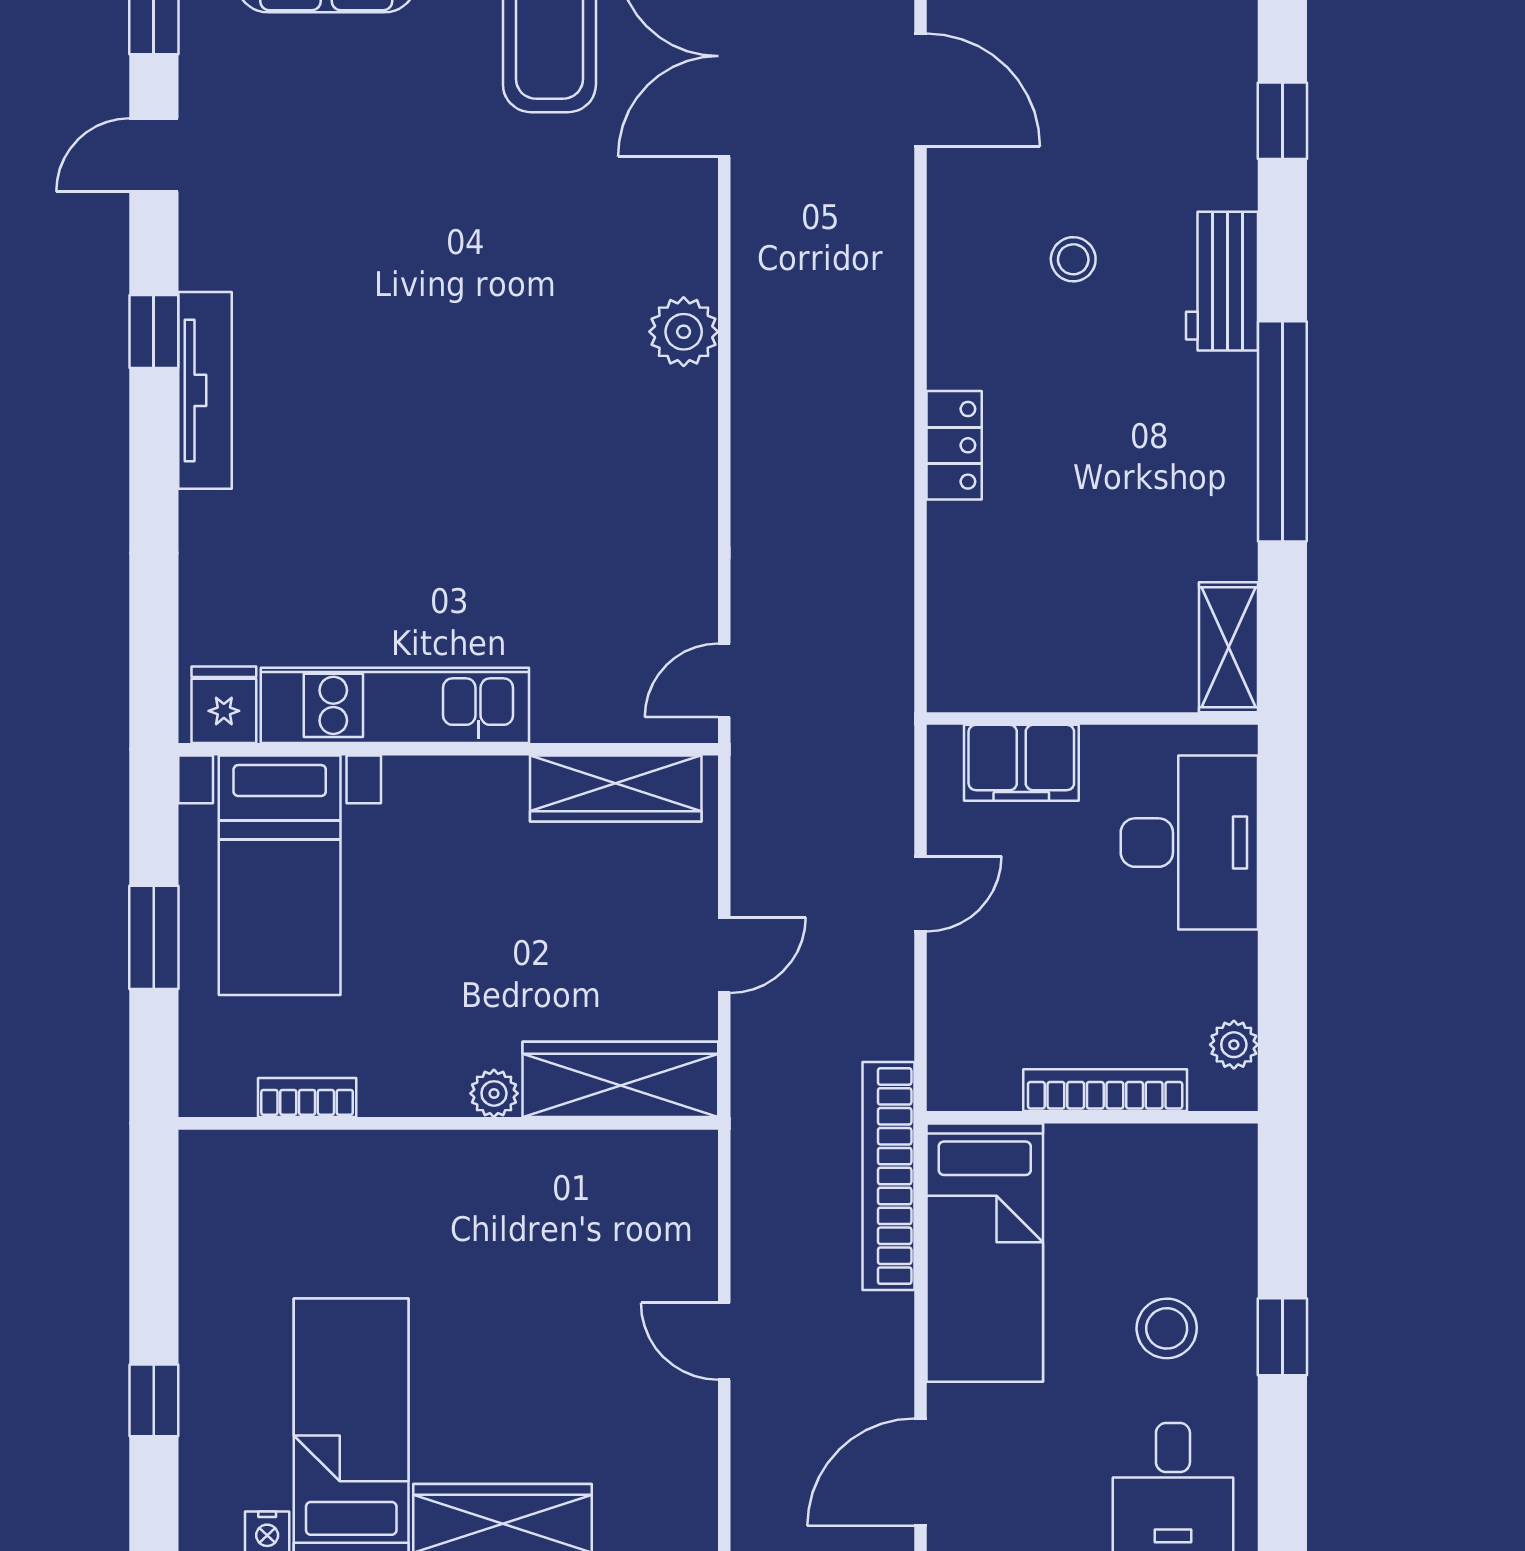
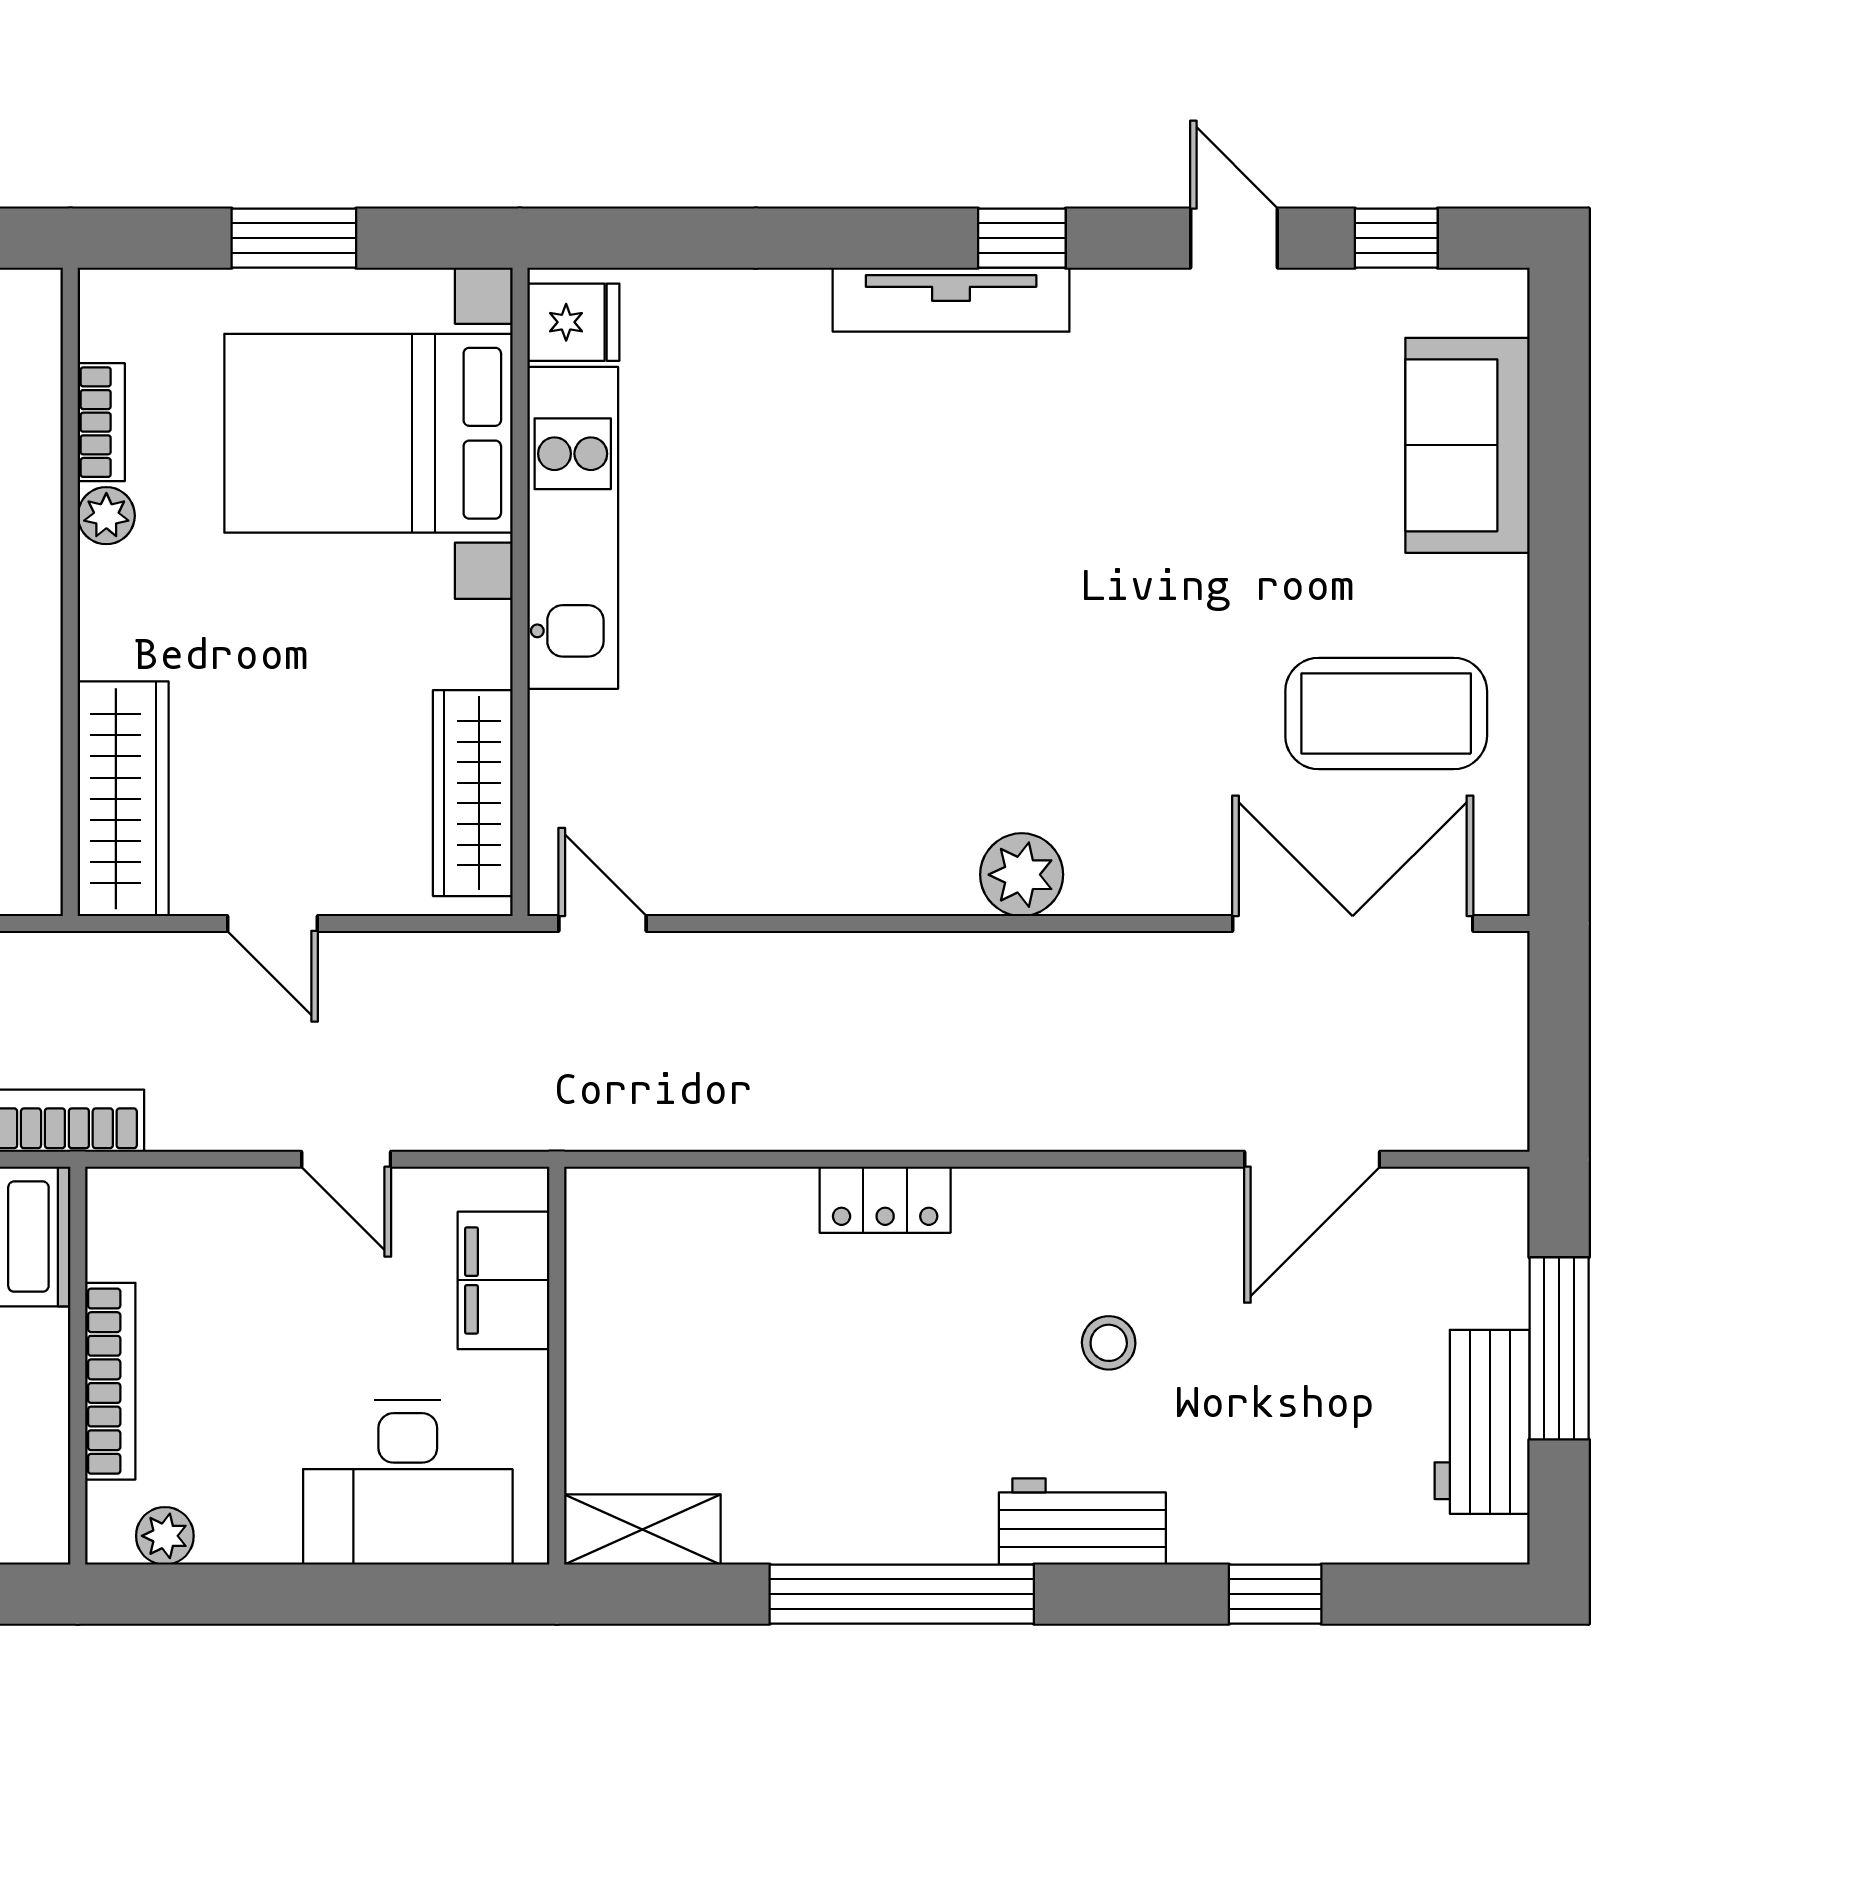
bed with nightstands: (280, 875) -> (368, 433), width x1.36
plant: (494, 1093) -> (106, 516), moved

